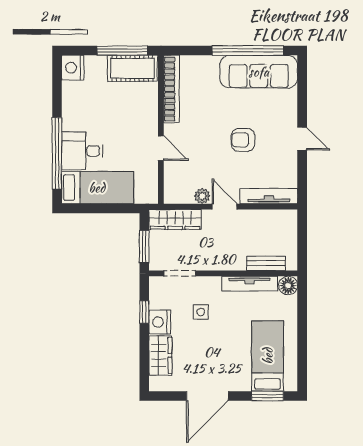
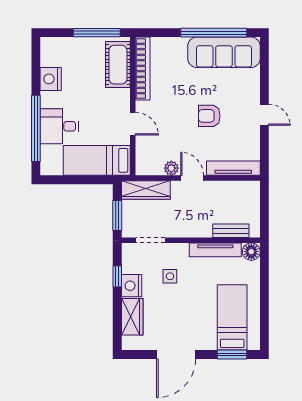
nightstand: (73, 68) -> (51, 79), moved
cot: (132, 68) -> (118, 65), moved, turned 90
bed: (97, 188) -> (97, 160), moved, turned 180

